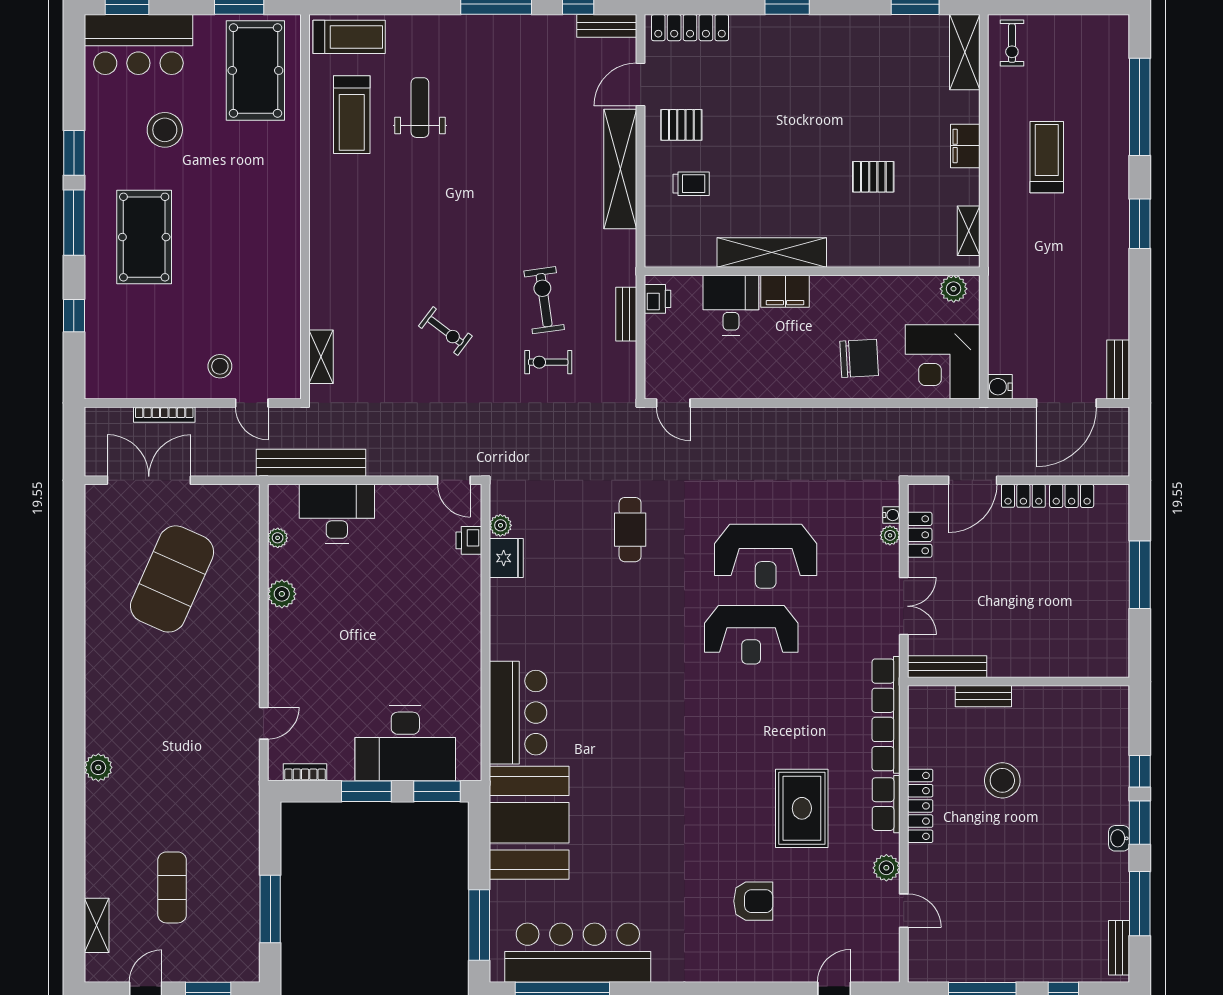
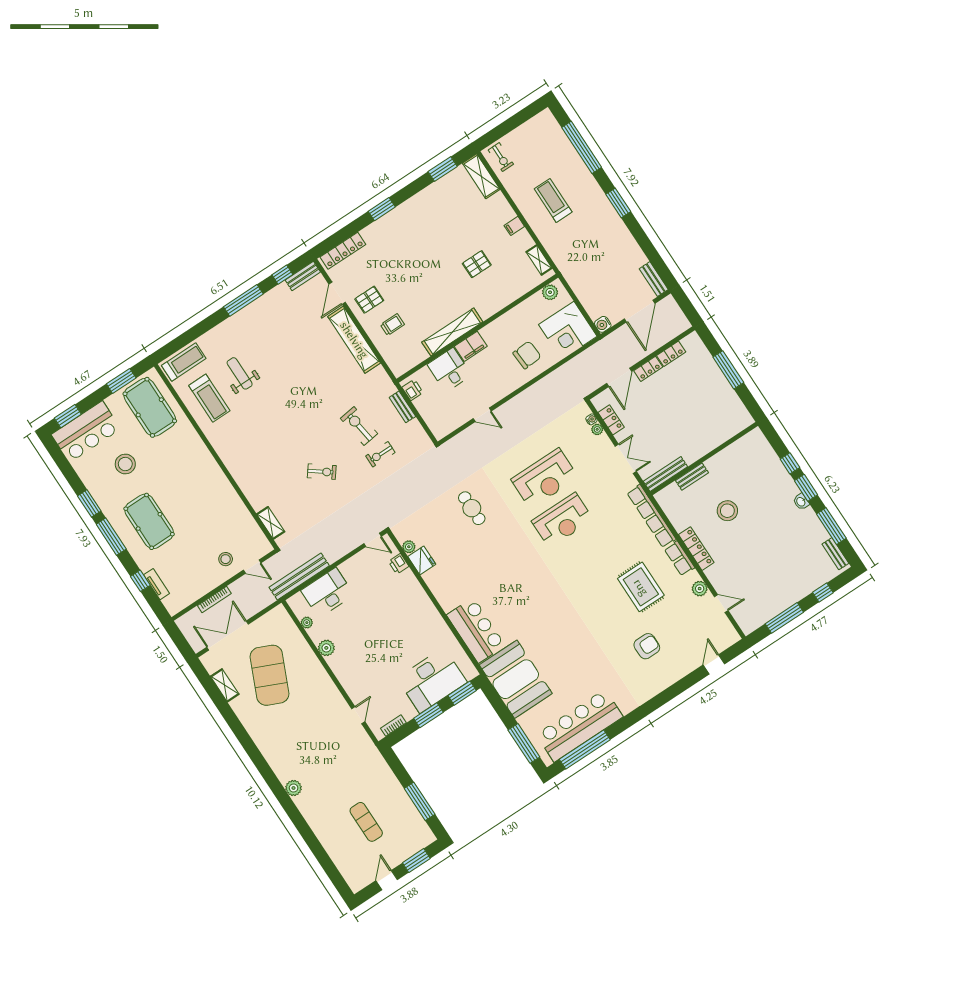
filing cabinet: (965, 146) -> (514, 226), width x0.50
tv unit: (94, 336) -> (157, 584), added
door: (673, 403) -> (482, 415), moved
shelving: (97, 925) -> (225, 685), moved

